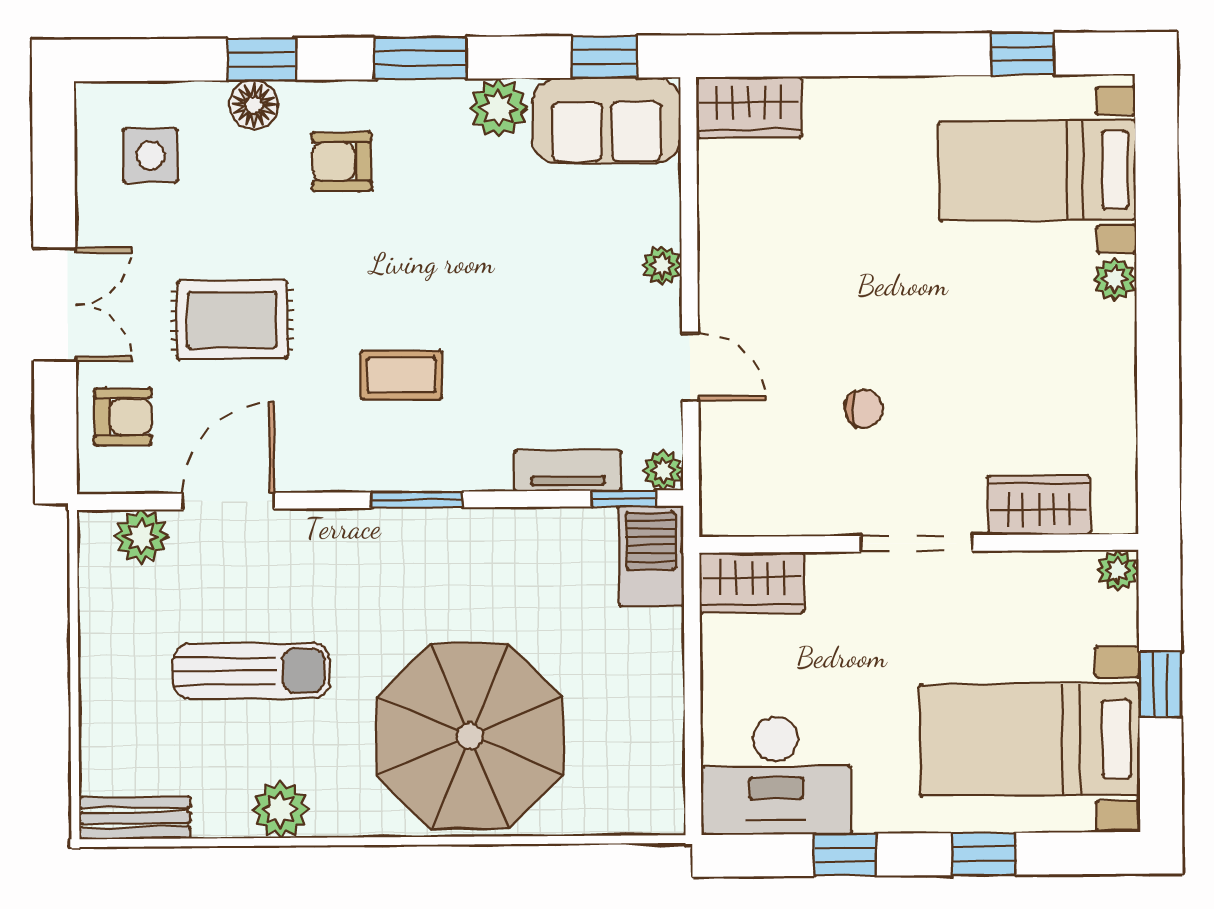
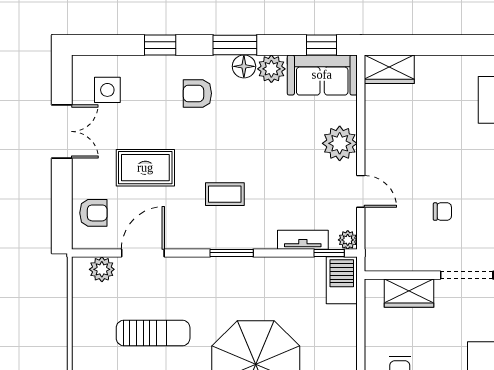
floor lamp: (254, 105) -> (244, 66), moved
plant: (662, 265) -> (340, 143), width x1.88, depth x1.88
double door: (55, 305) -> (62, 131), moved
wardrobe: (752, 583) -> (409, 293), moved

